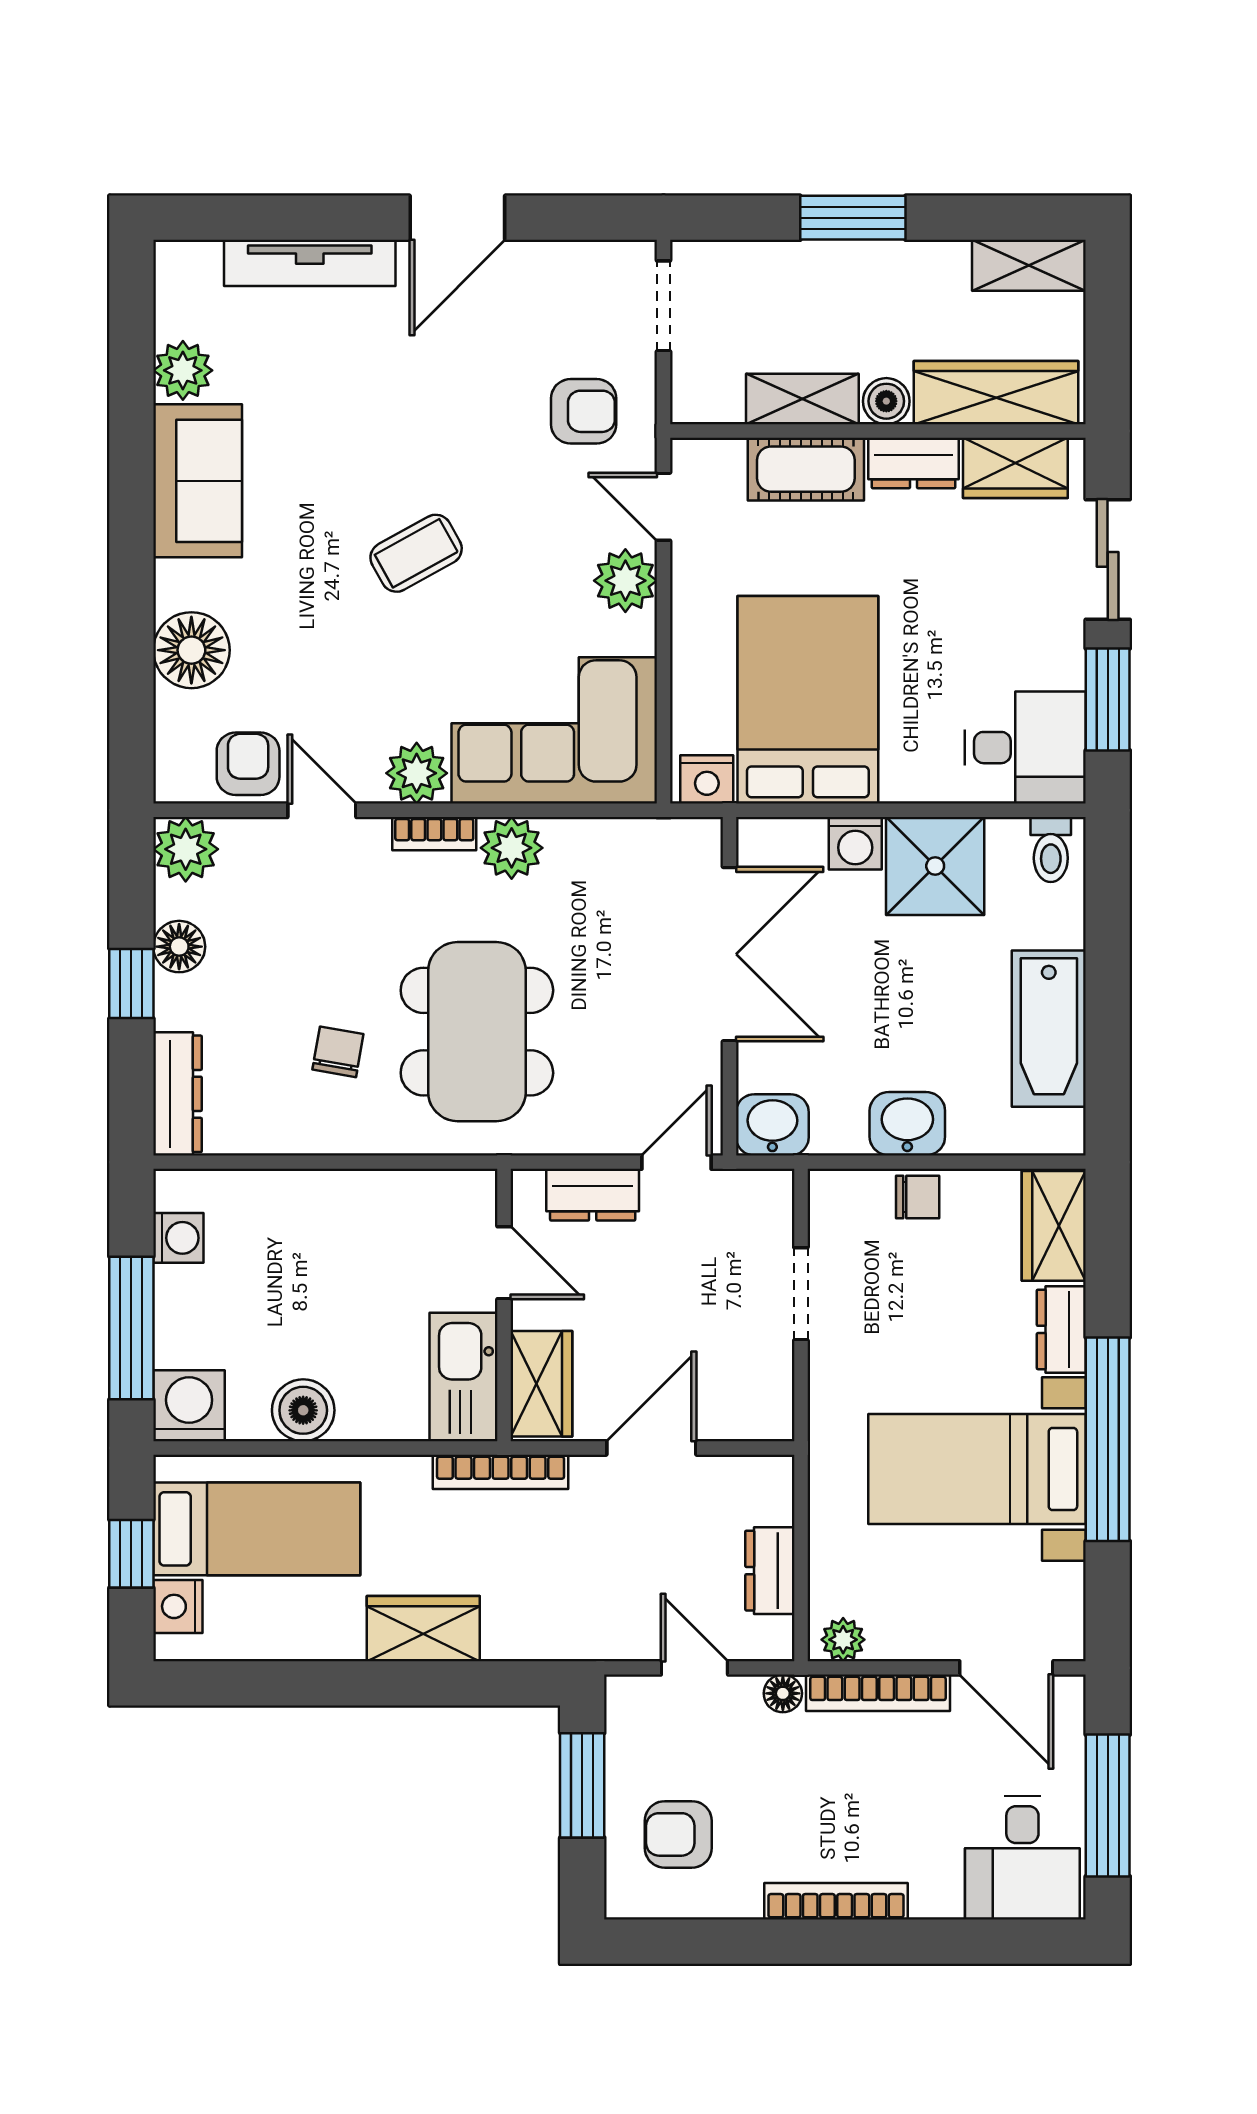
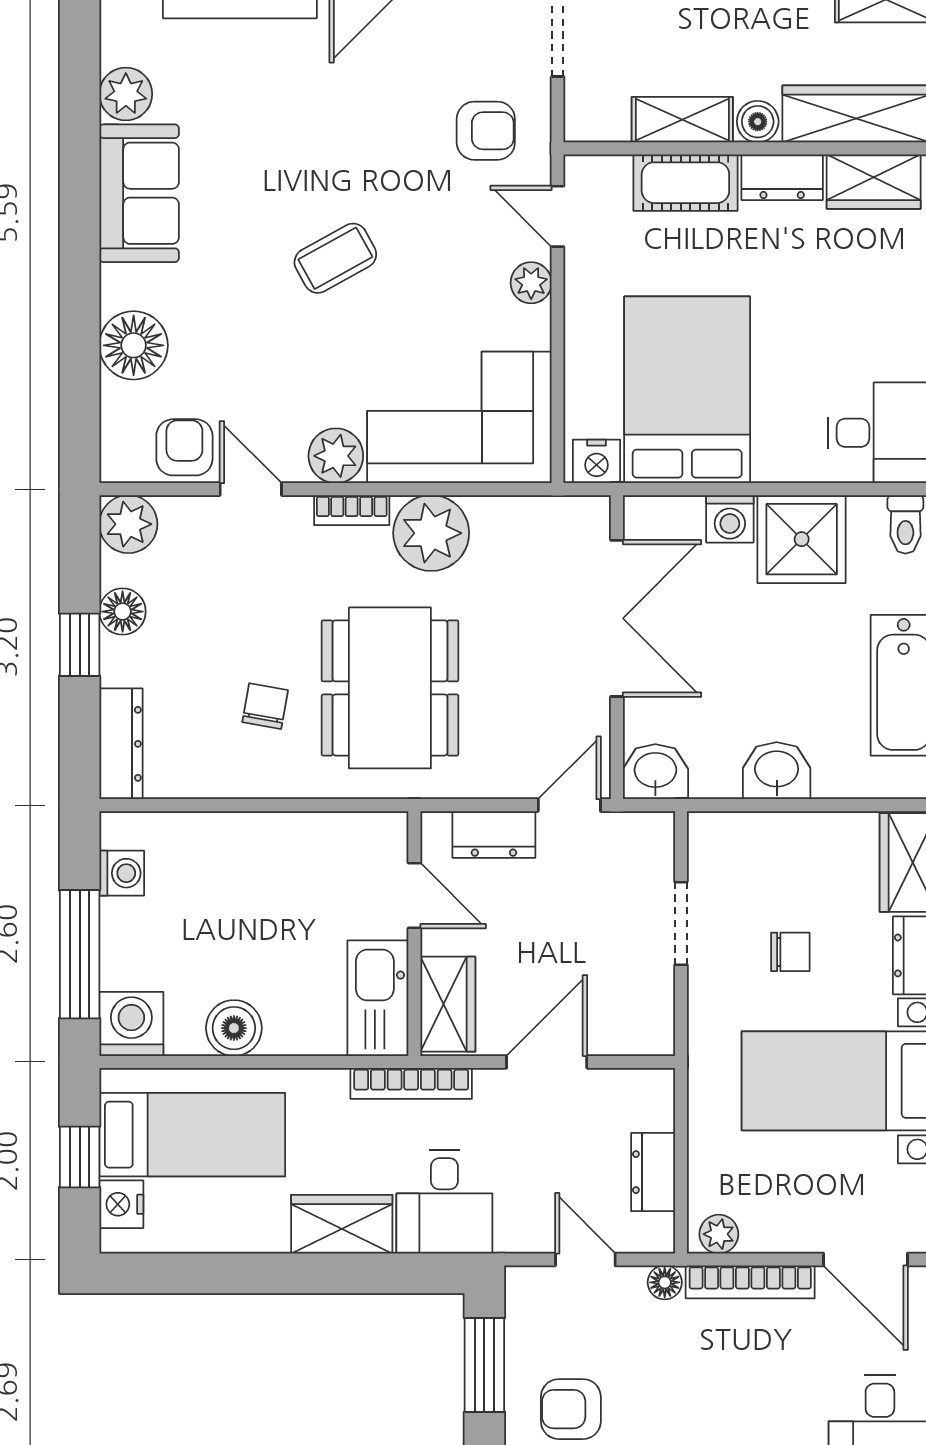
plant: (625, 581) -> (531, 283), width x0.73, depth x0.73
plant: (512, 848) -> (431, 533), width x1.36, depth x1.36
chair: (918, 1197) -> (790, 952), moved
desk: (538, 1604) -> (444, 1202), added

